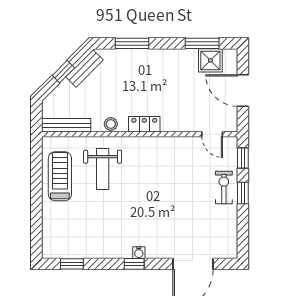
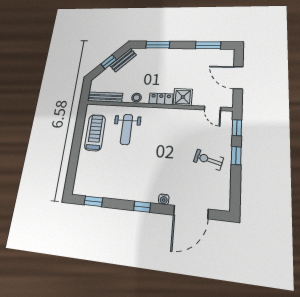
shower: (210, 60) -> (183, 97), moved
exercise bike: (224, 187) -> (208, 160), moved, turned -75
water cooler: (139, 253) -> (164, 199), moved

